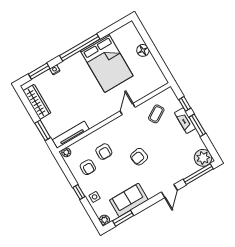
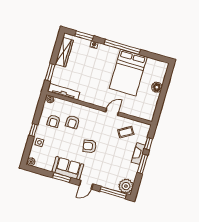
sofa: (129, 200) -> (68, 168), moved
window: (123, 218) -> (62, 178), moved

